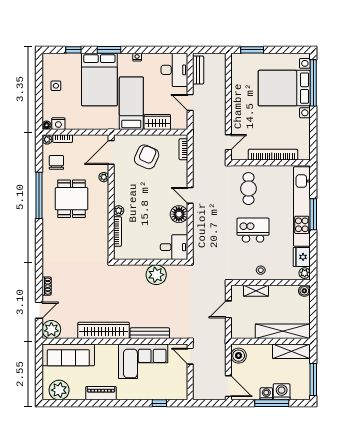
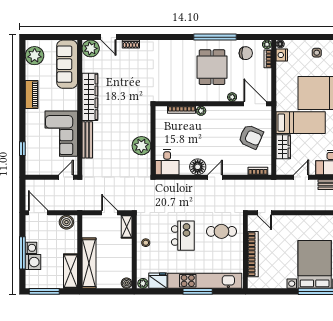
dining table: (71, 199) -> (212, 67), turned 90
shelving: (256, 291) -> (127, 227), moved
door: (228, 386) -> (38, 213), swing flipped

